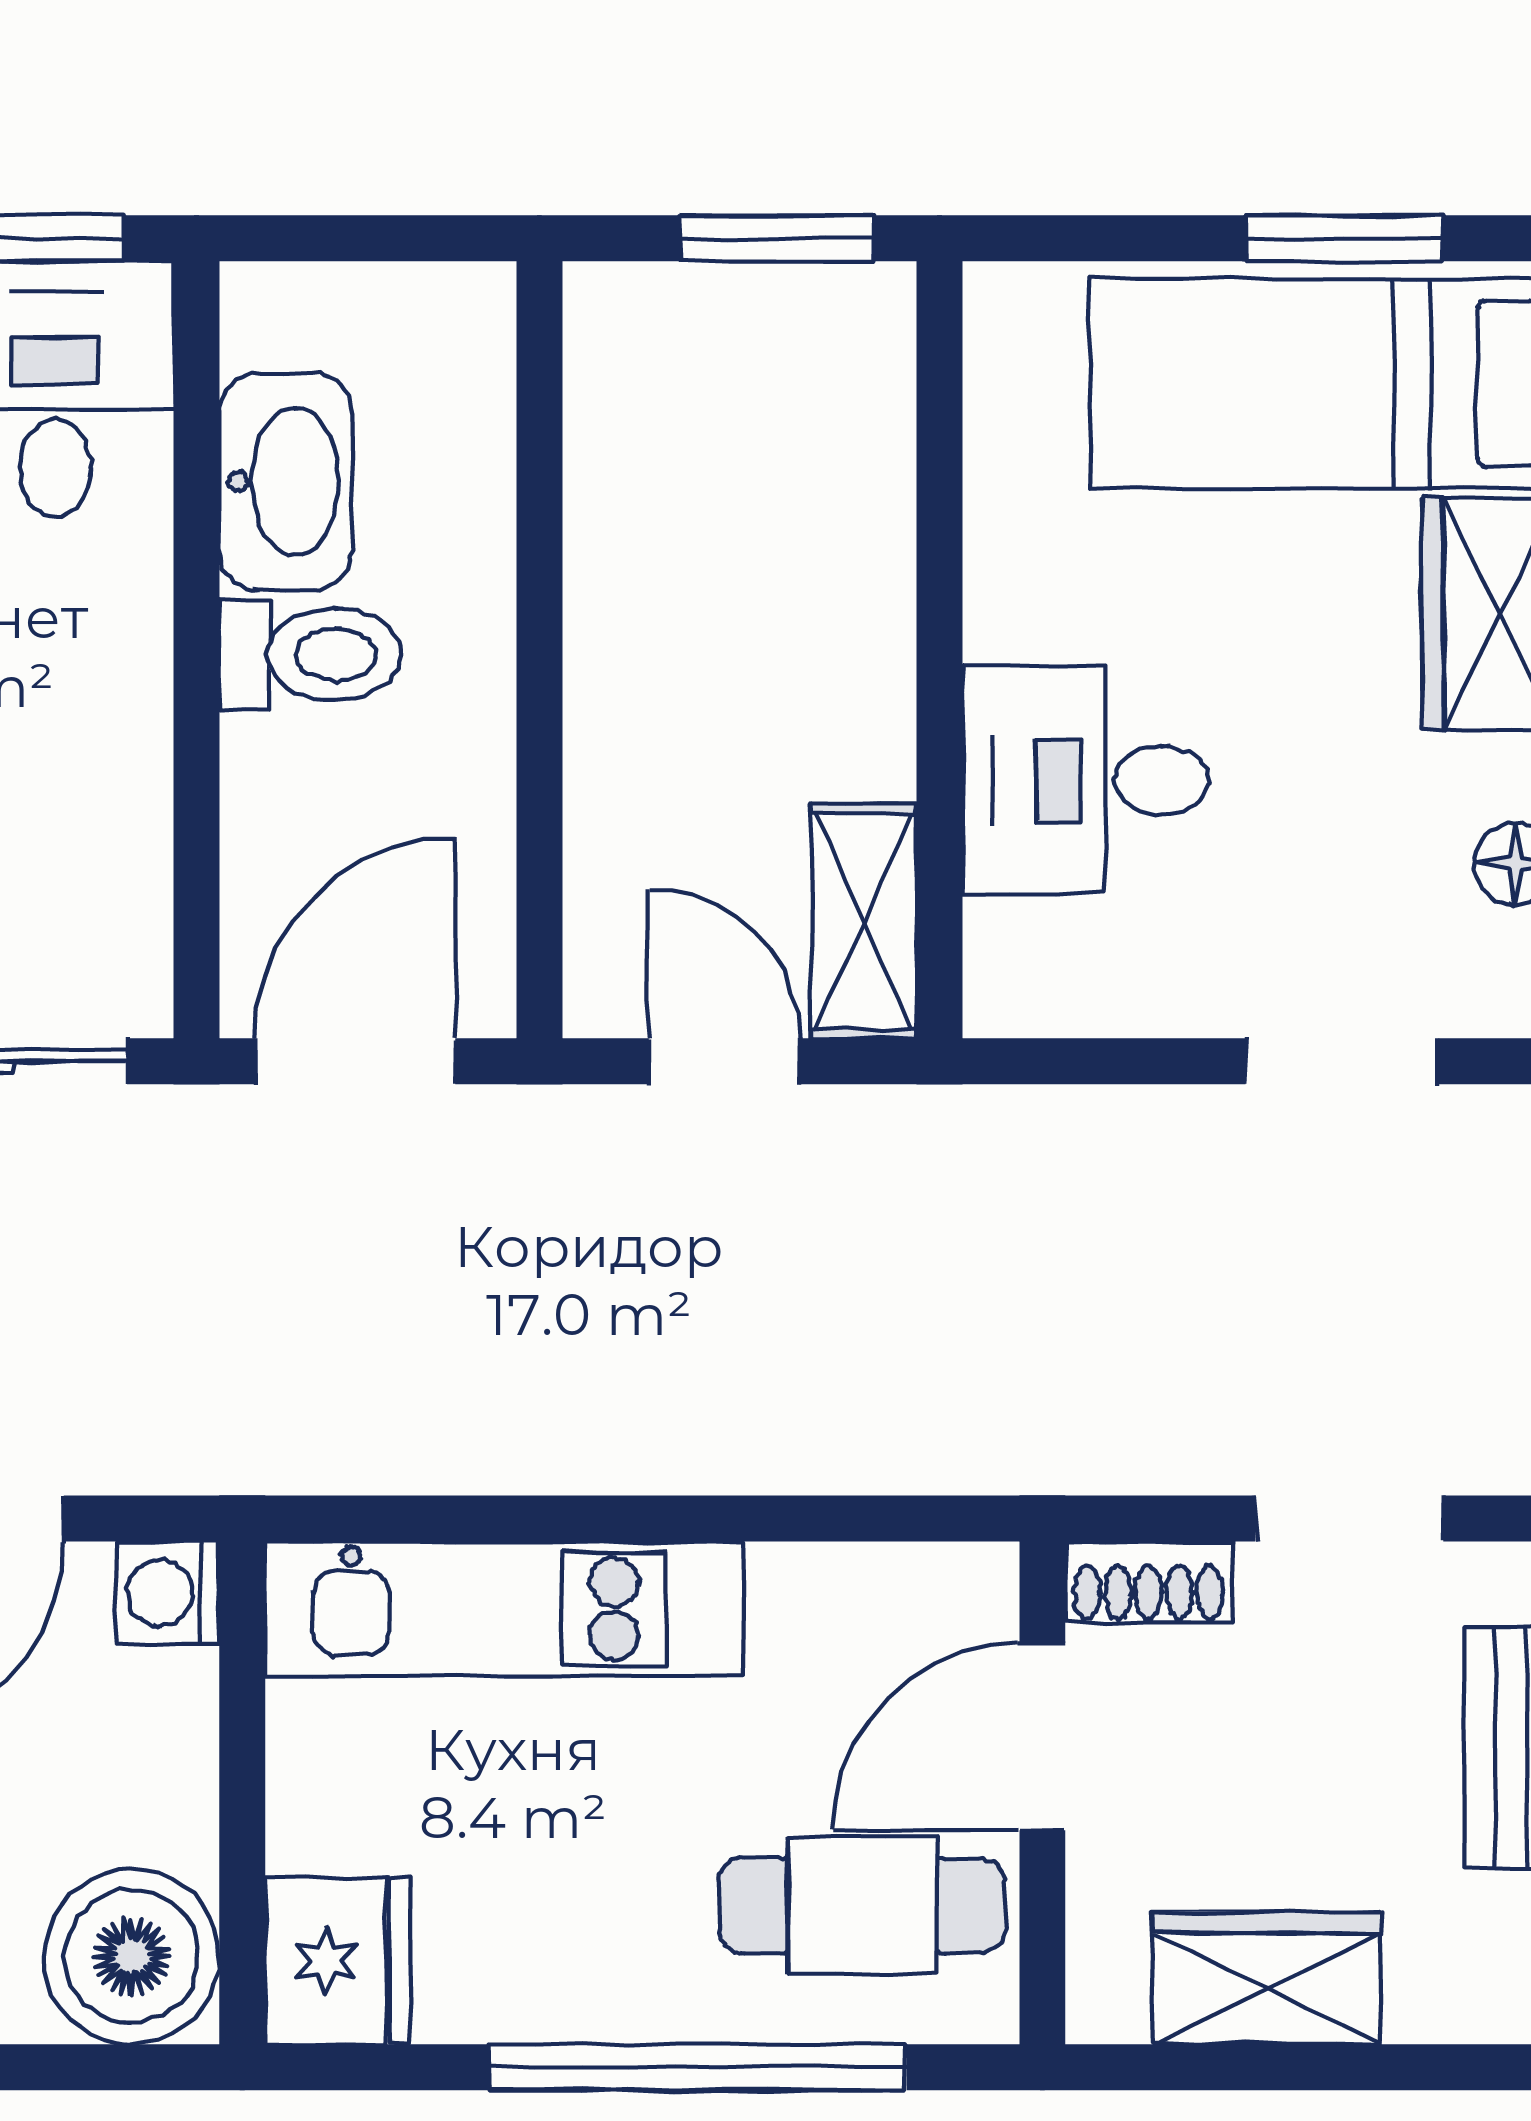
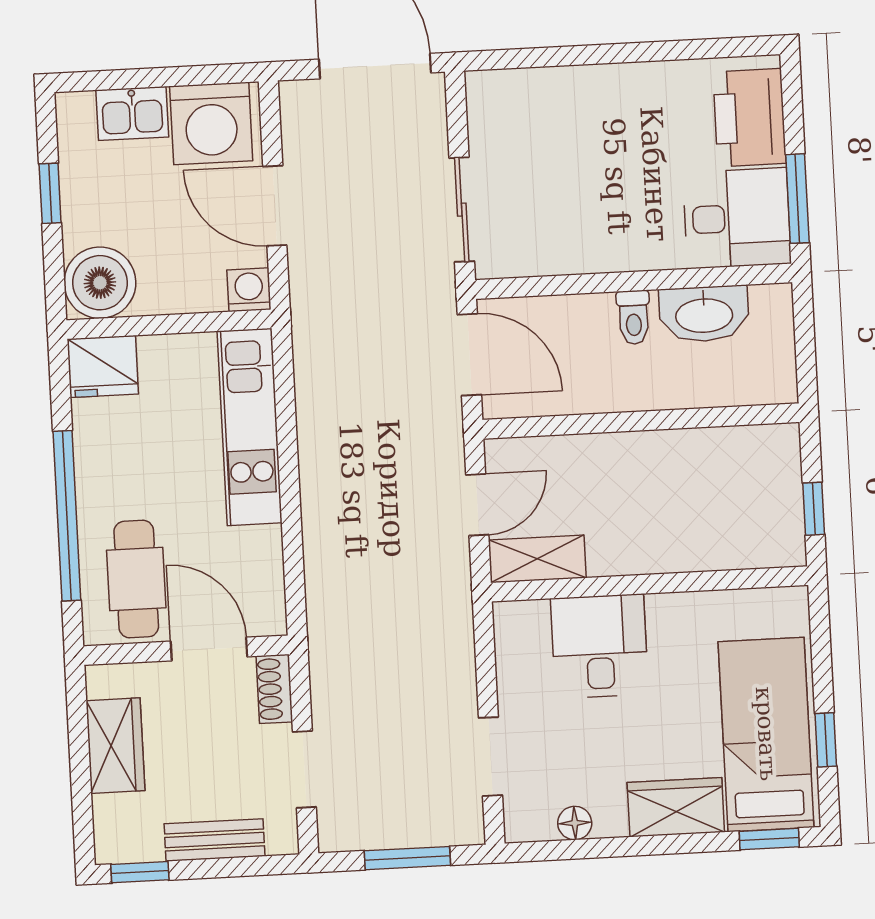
window: (777, 238) -> (814, 509), width x0.67
window: (1344, 238) -> (826, 740), width x0.67
toilet: (310, 655) -> (634, 317), width x0.73, depth x0.72

